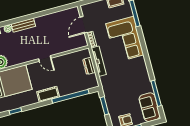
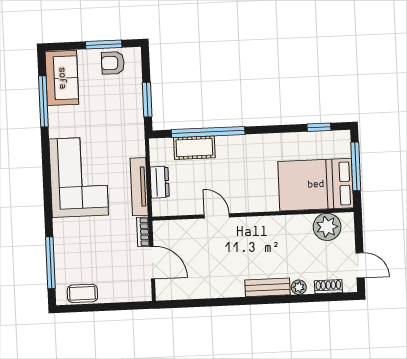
door: (84, 25) -> (152, 263), hinge flipped
corner sofa: (125, 39) -> (79, 177), moved
door: (45, 58) -> (217, 216), moved
cot: (48, 94) -> (194, 148), moved

